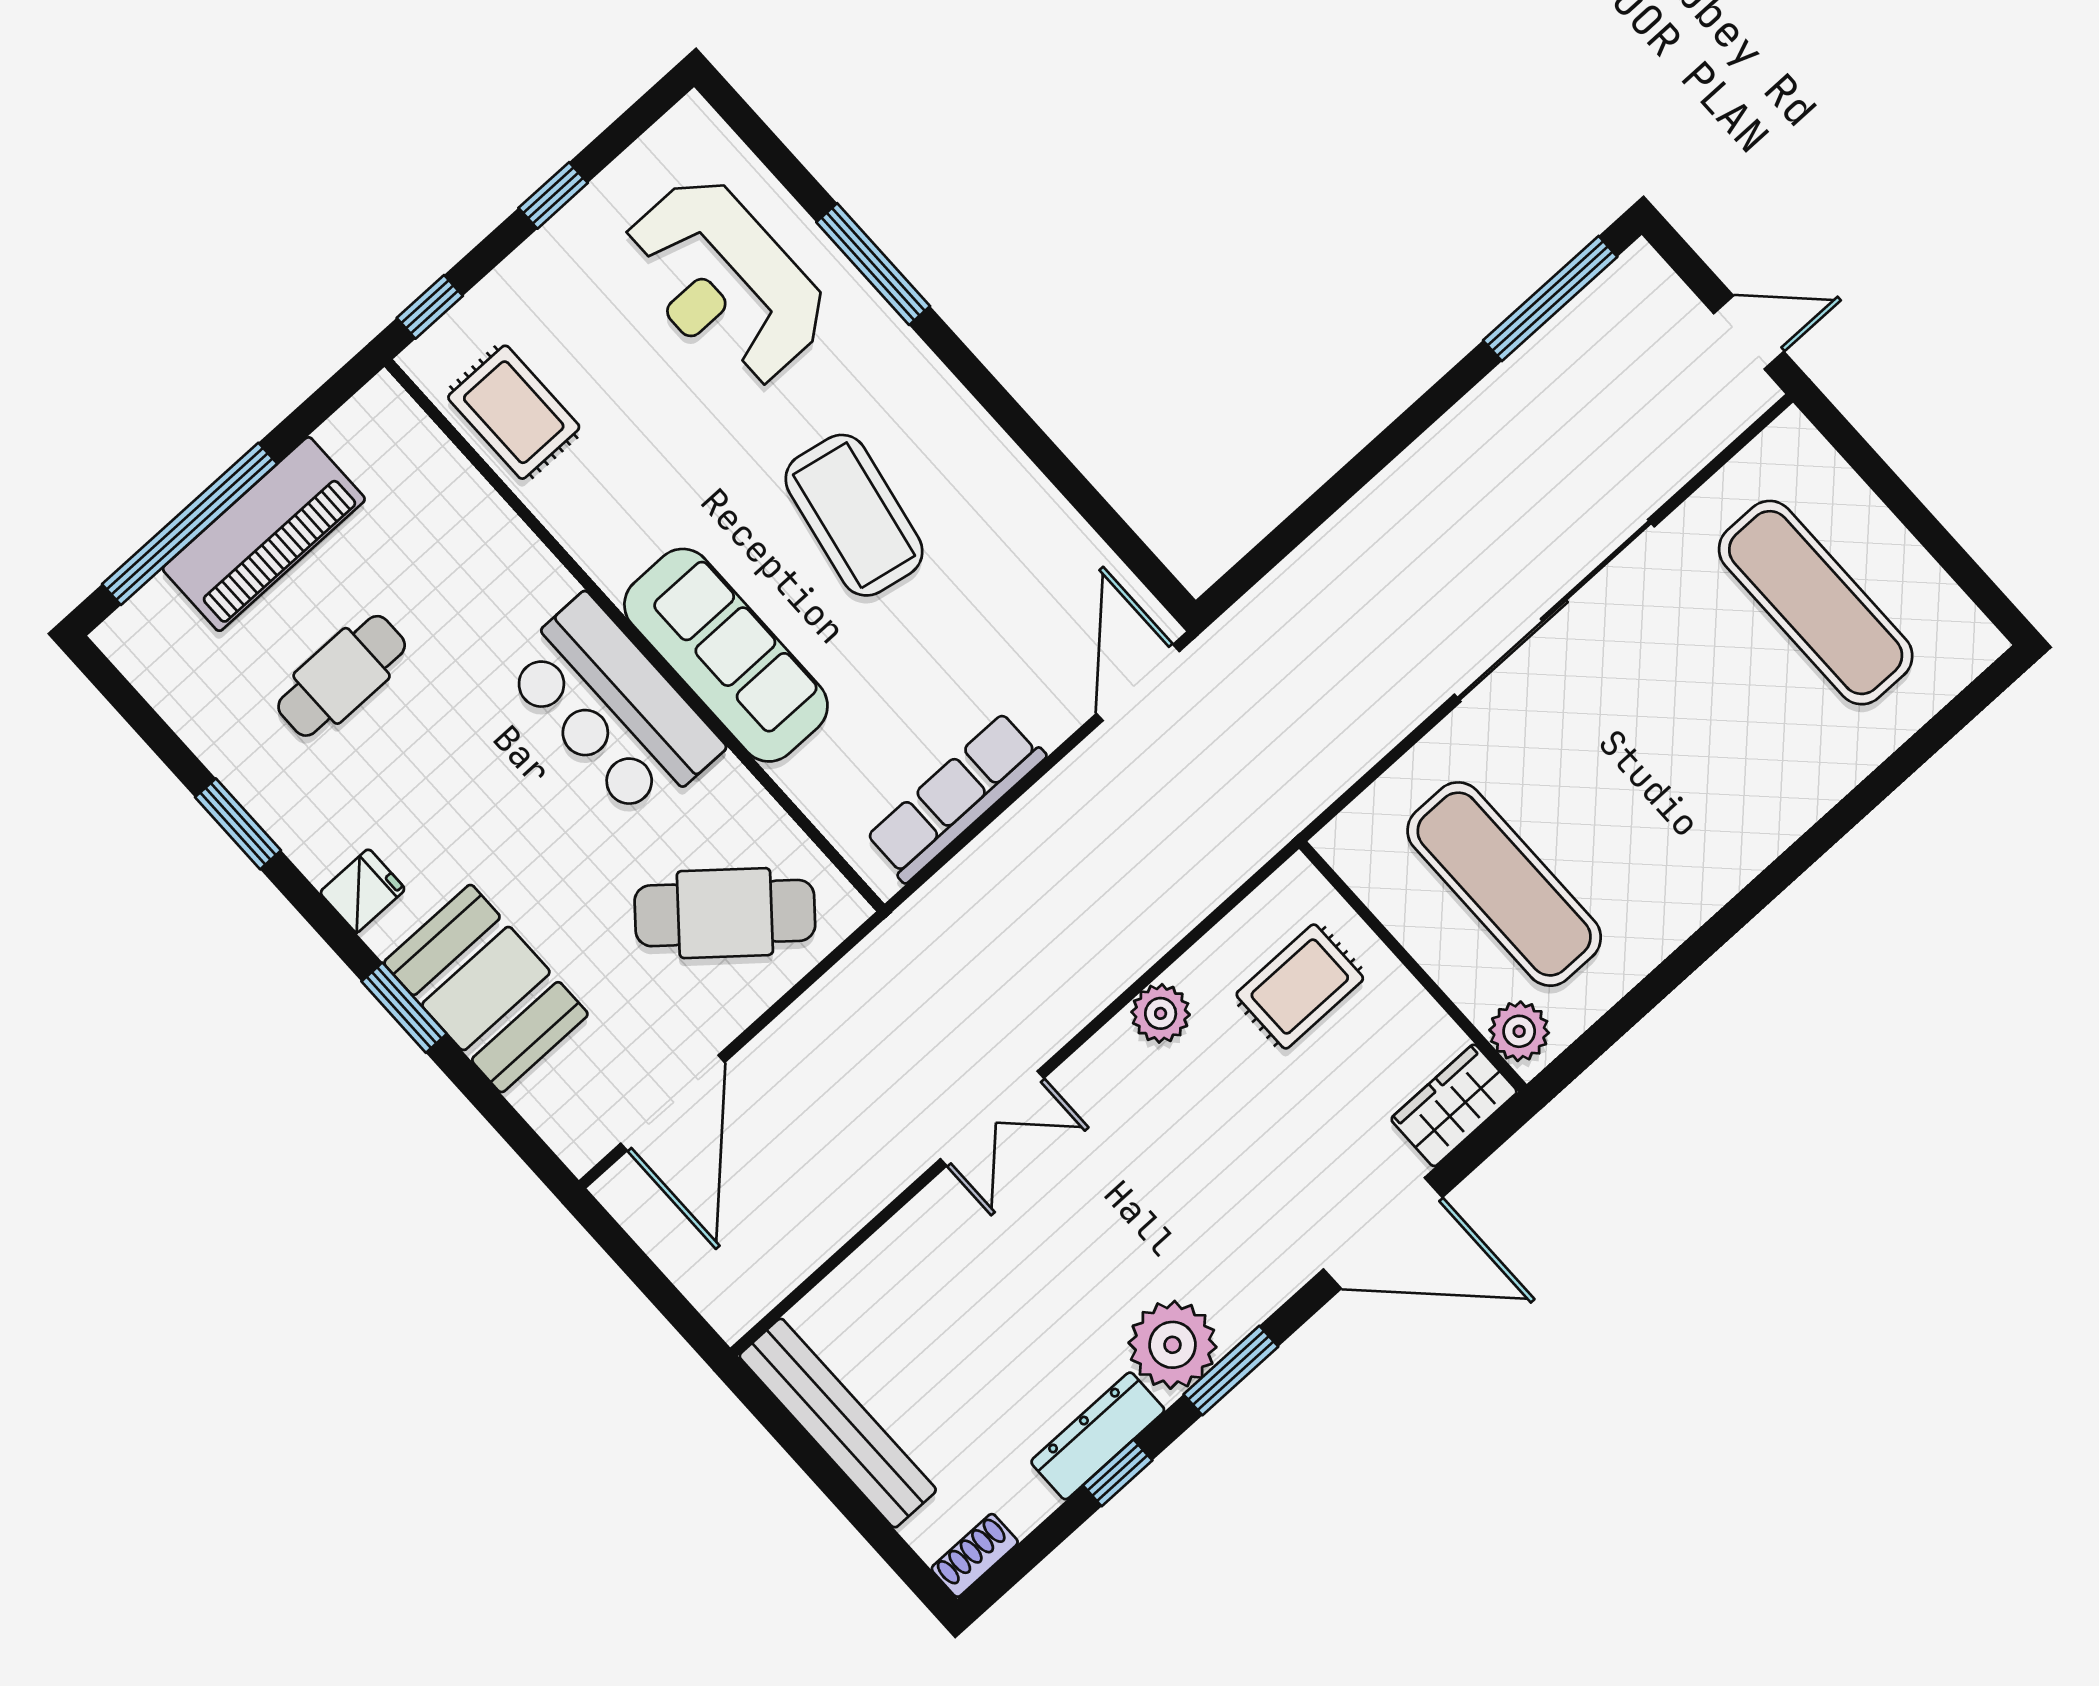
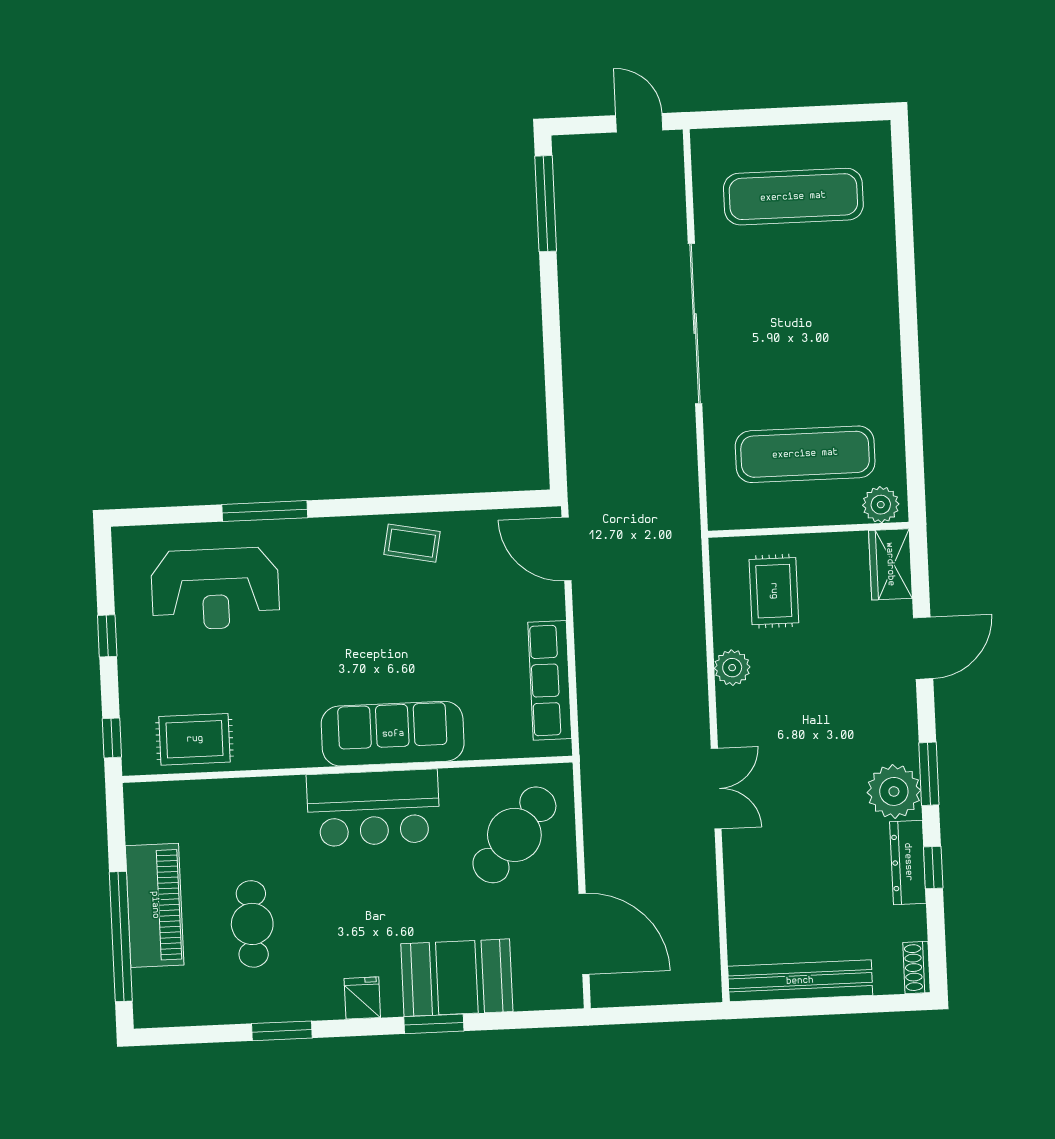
door: (1749, 332) -> (639, 123), hinge flipped
coffee table: (854, 515) -> (412, 543), moved, width x0.54, depth x0.58
door: (1383, 1233) -> (923, 648), width x0.73

